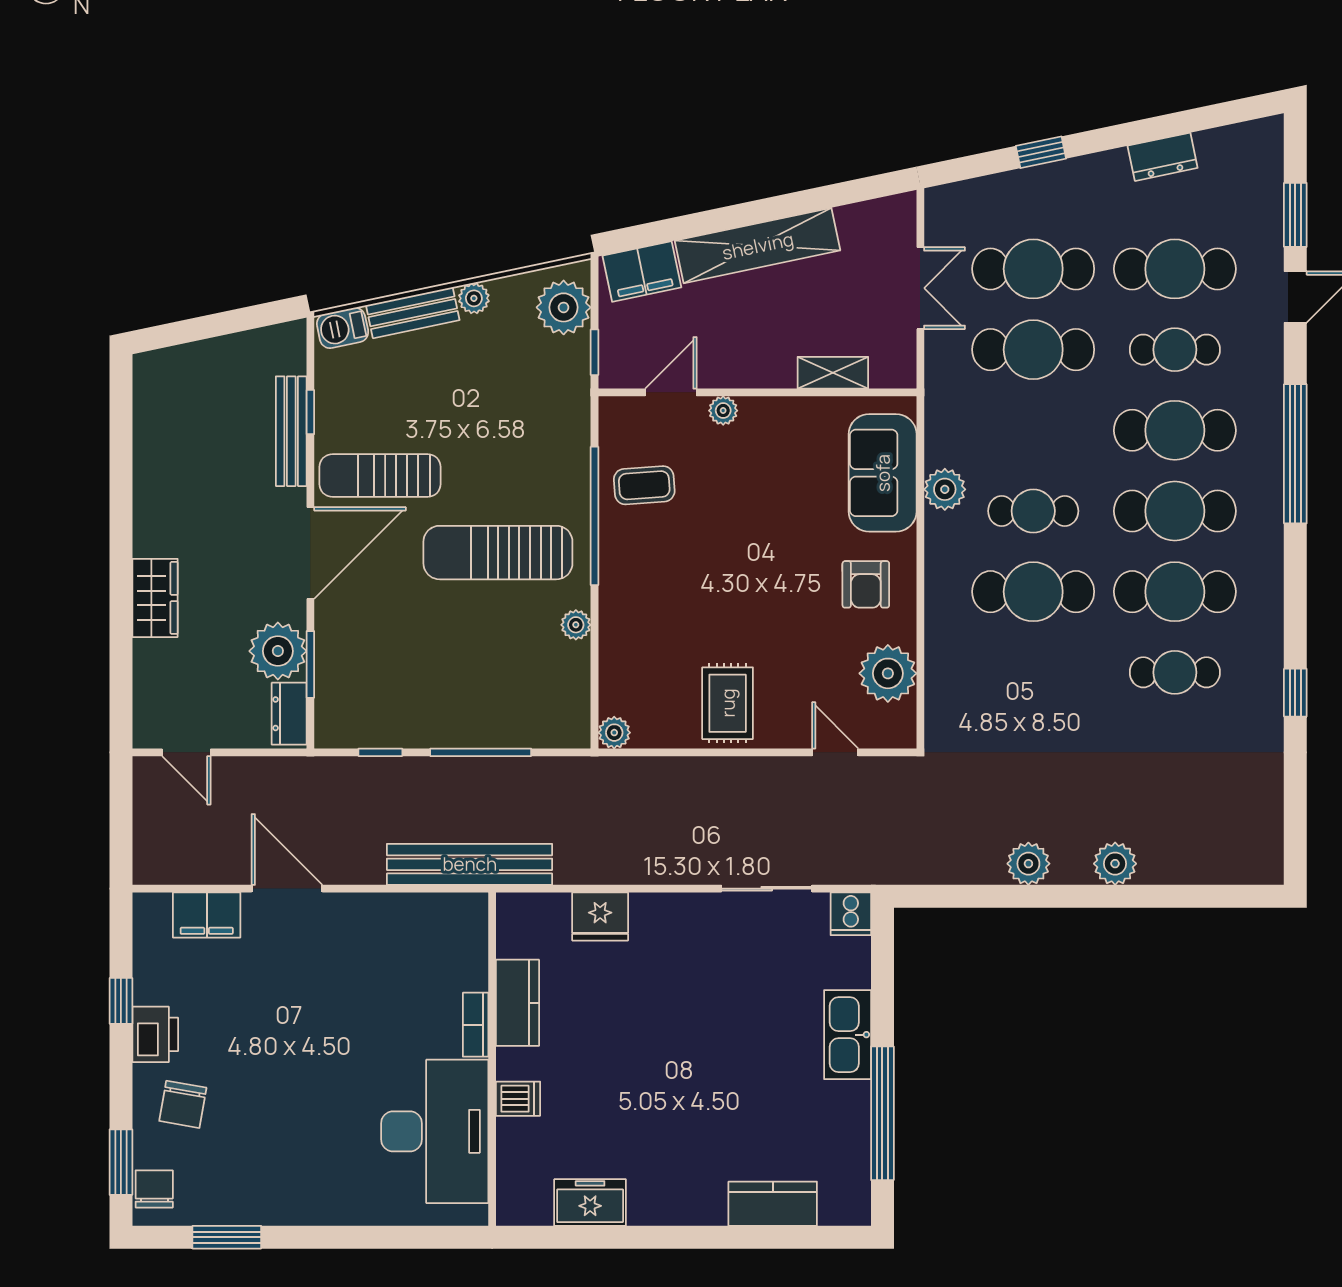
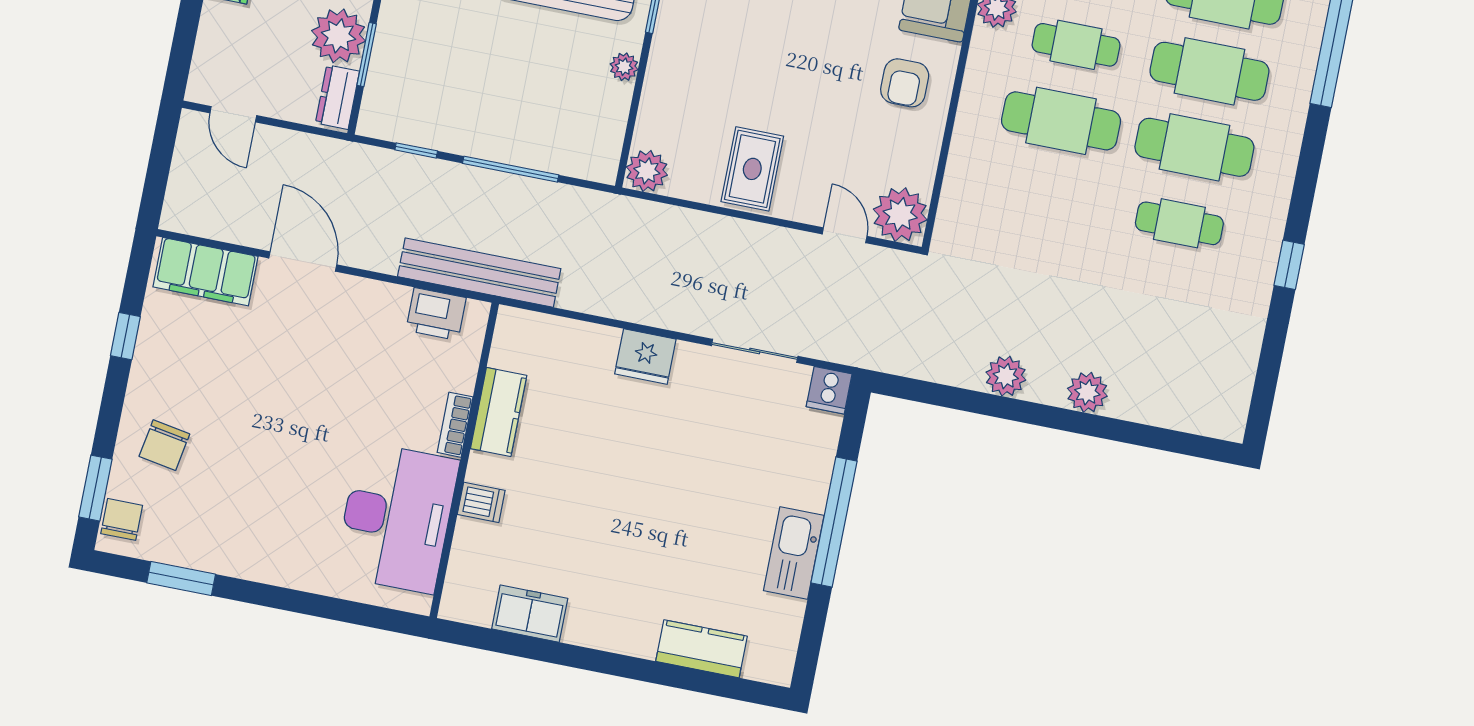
plant: (888, 673) -> (900, 215), moved
plant: (614, 733) -> (647, 171), width x1.38, depth x1.38
filing cabinet: (207, 915) -> (206, 272), width x1.50, depth x1.17
fridge: (600, 917) -> (645, 357), moved
printer: (155, 1034) -> (436, 314), moved, turned 90
kitchen sink: (848, 1035) -> (794, 553), moved
window: (882, 1113) -> (834, 522), moved

